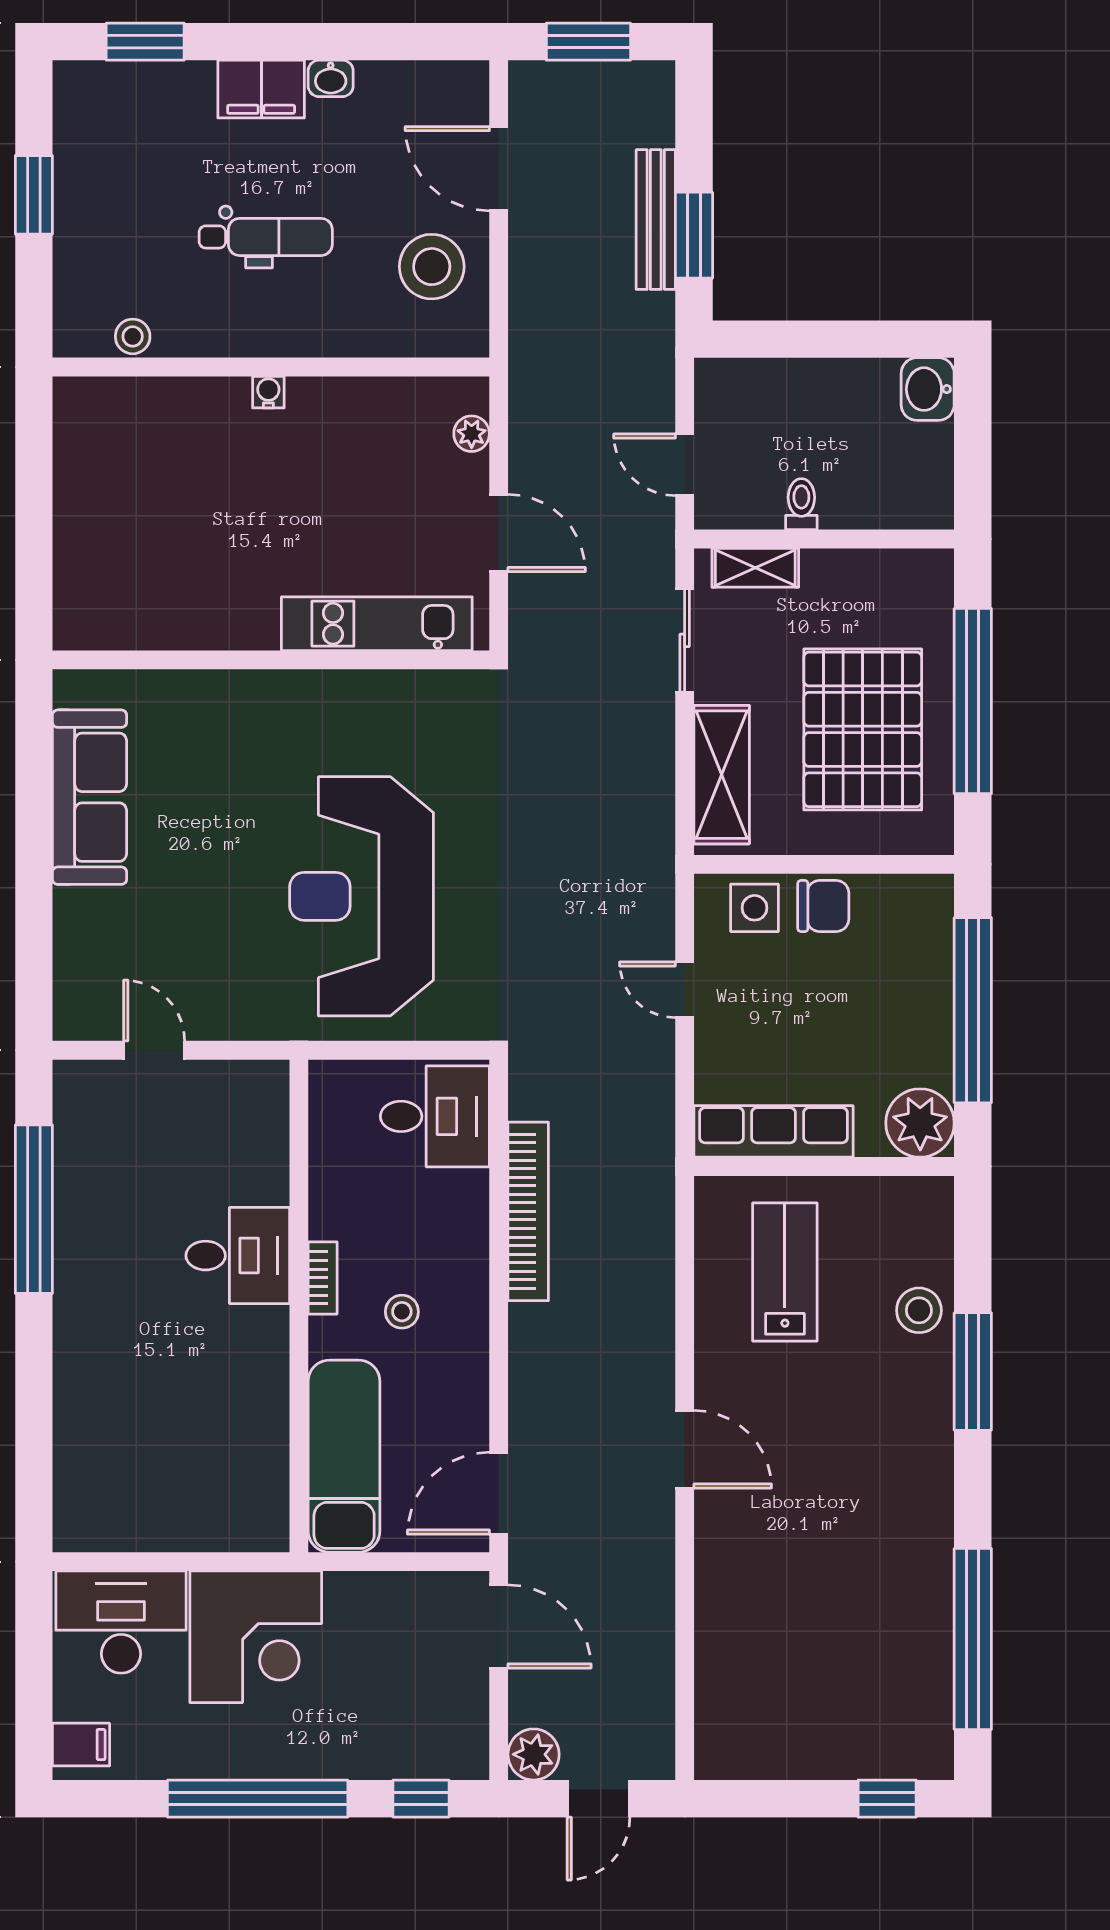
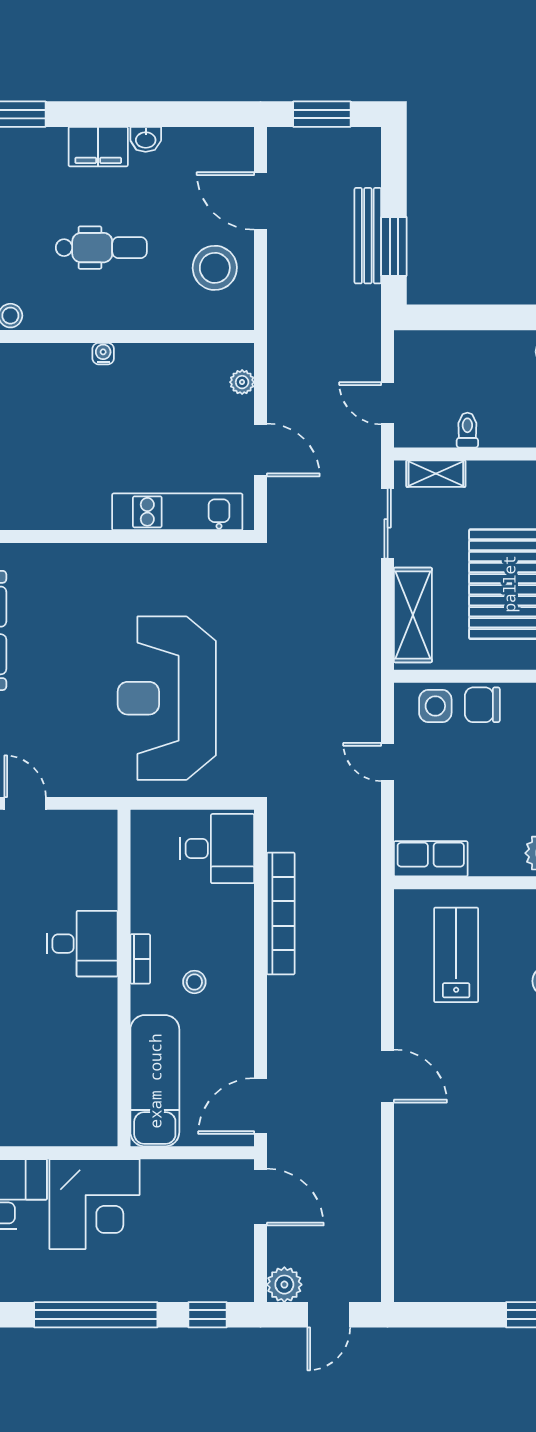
chair: (823, 906) -> (482, 705), turned 180
row of seats: (774, 1131) -> (431, 859), width x0.68

